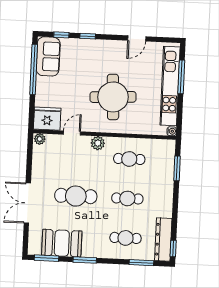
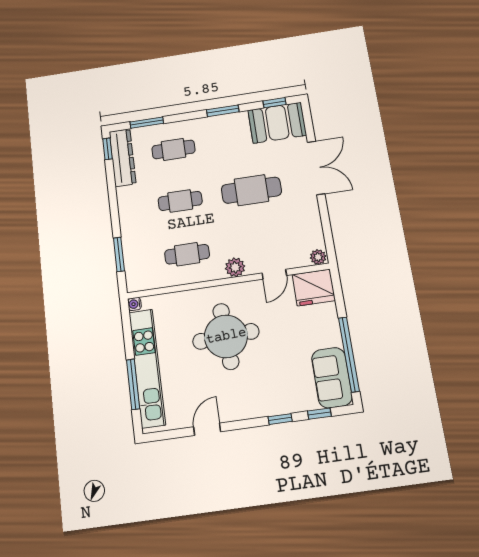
booth: (62, 243) -> (277, 123), moved
window: (46, 258) -> (275, 103), width x0.67

